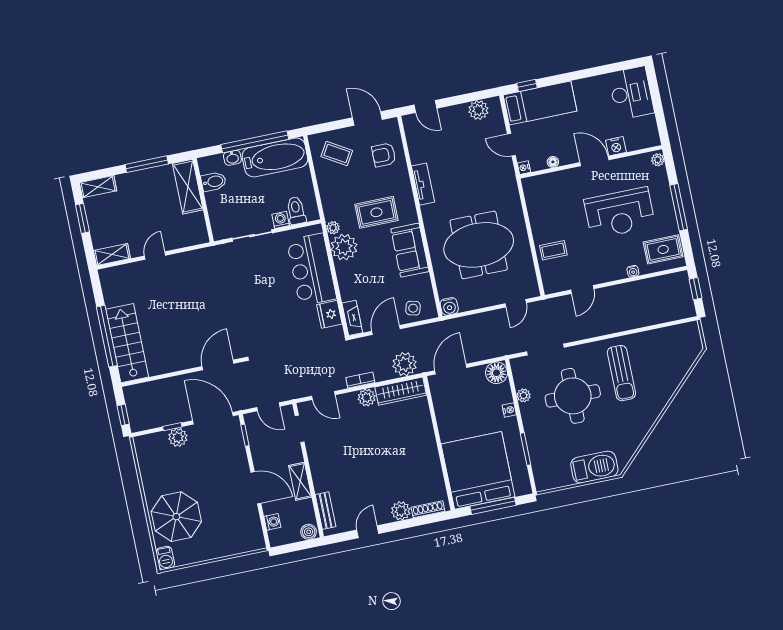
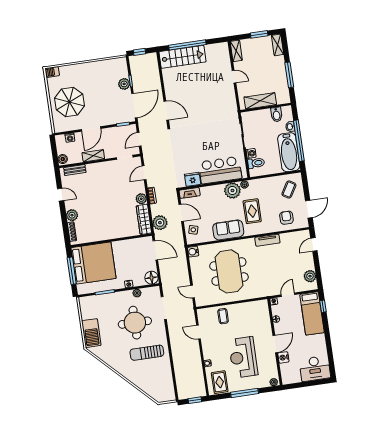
shelving: (188, 187) -> (260, 101), moved
parasol: (176, 517) -> (70, 102), moved

